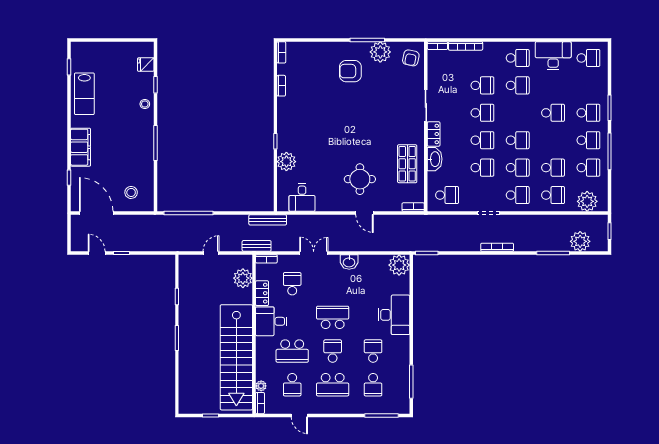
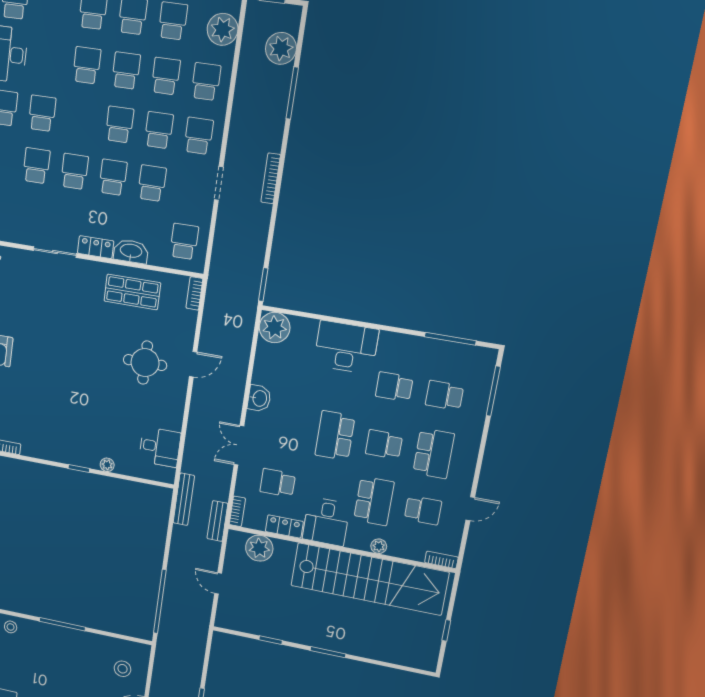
school desk: (553, 140) -> (126, 71), added
plant: (286, 162) -> (107, 465), width x0.53, depth x0.53
school desk: (373, 385) -> (444, 395), turned 180
plant: (261, 386) -> (379, 546), moved

